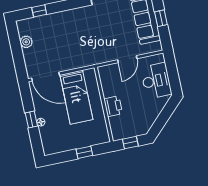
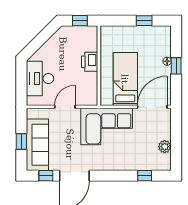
corner sofa: (84, 49) -> (107, 127), added
door: (46, 77) -> (152, 107), hinge flipped
window: (84, 152) -> (144, 21), moved

